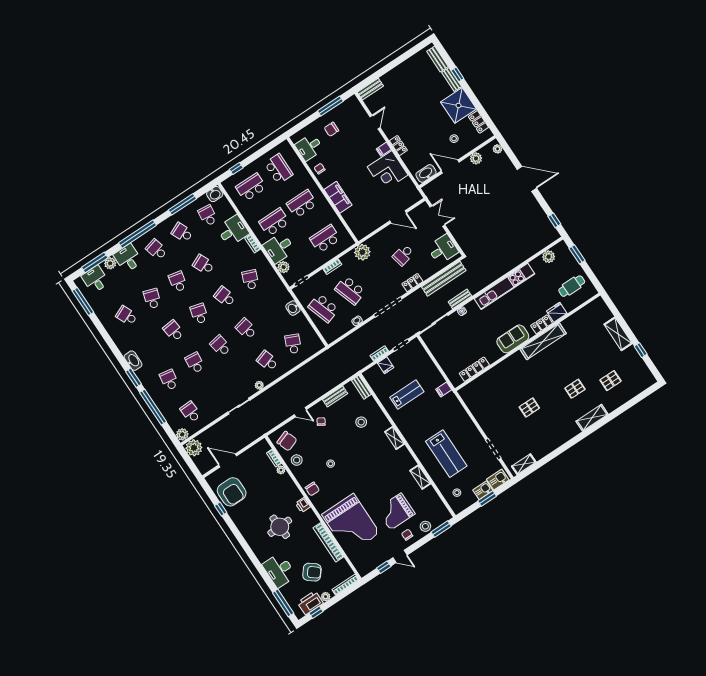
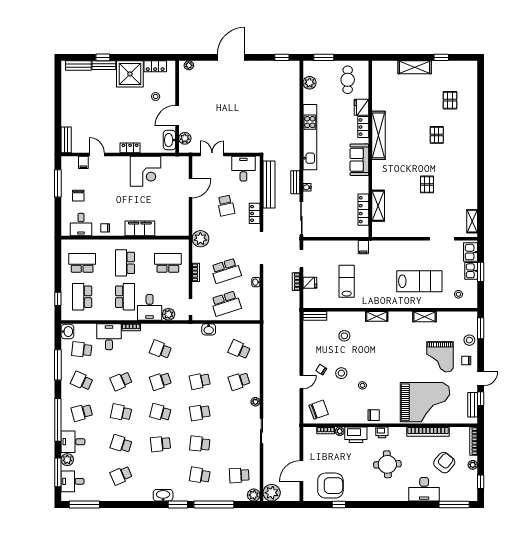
filing cabinet: (384, 149) -> (83, 162), moved
plant: (476, 158) -> (185, 138), moved
school desk: (274, 222) -> (125, 297), turned 180
school desk: (182, 233) -> (82, 381), turned 48
school desk: (325, 239) -> (168, 263), turned 90
bench: (335, 397) -> (473, 405), moved
shelving: (592, 418) -> (378, 206), moved
stool: (297, 460) -> (341, 373), moved
printer: (310, 603) -> (356, 435), moved, turned -90

